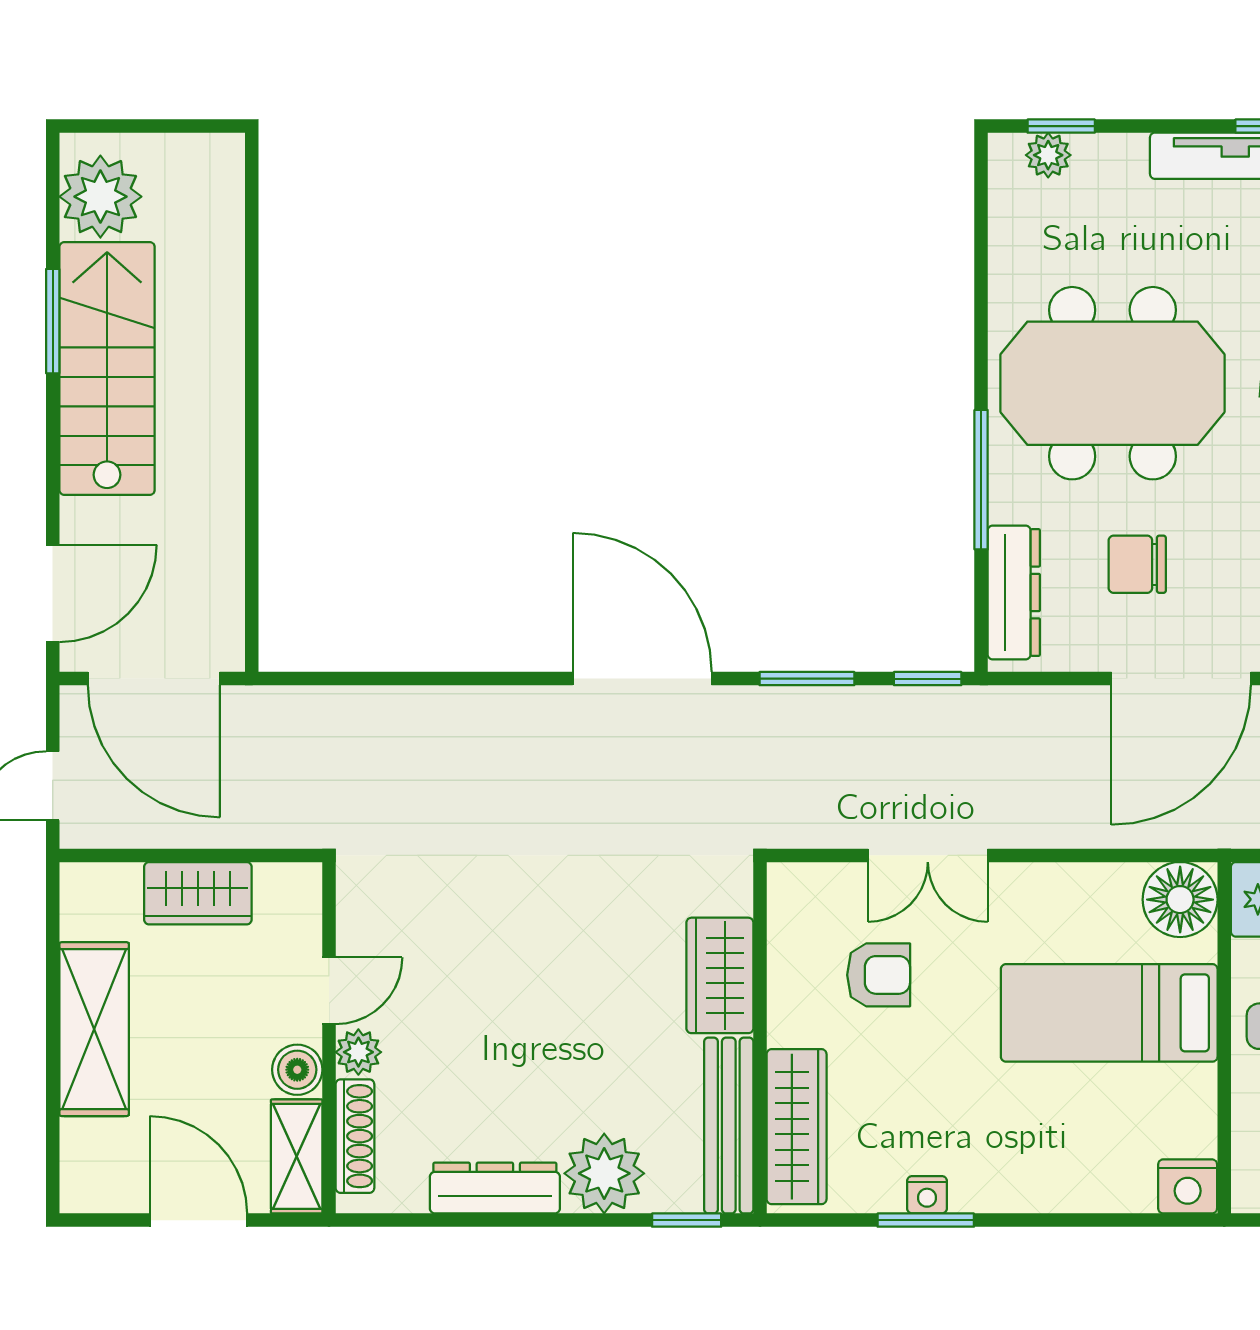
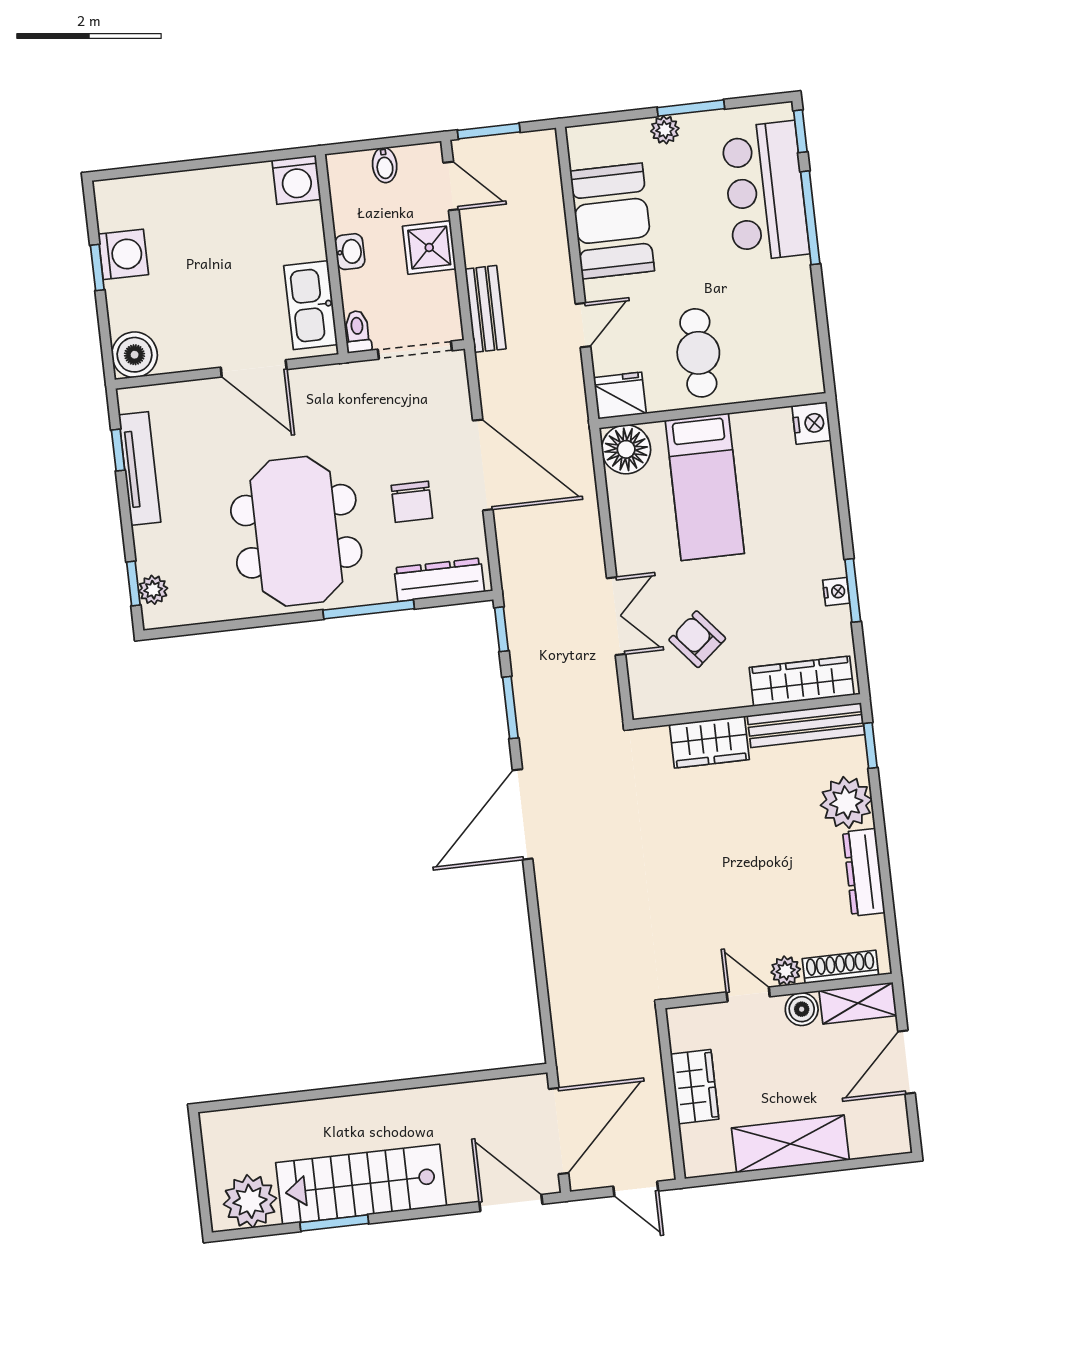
armchair: (879, 975) -> (697, 639), turned -40

